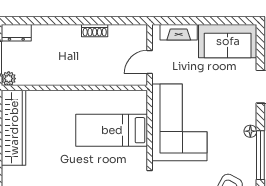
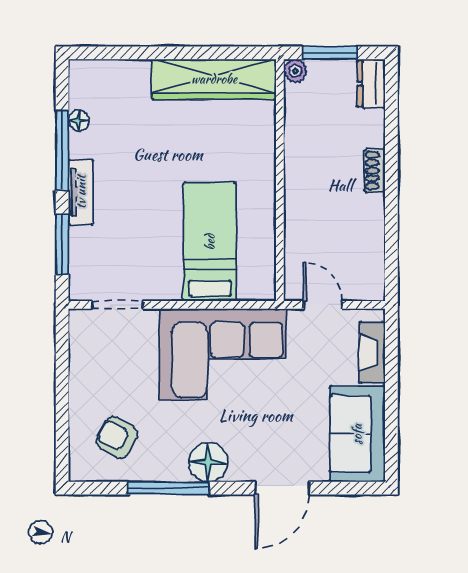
shoe rack: (95, 31) -> (375, 171), moved
floor lamp: (250, 131) -> (208, 462), width x1.89, depth x1.89

